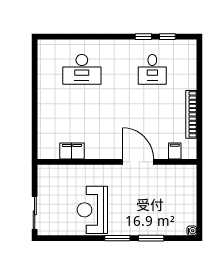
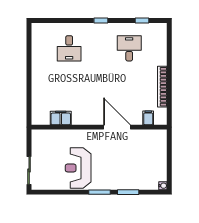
window: (143, 37) -> (101, 21), moved
desk: (82, 69) -> (69, 48), width x0.73
desk: (152, 69) -> (129, 48), turned 180

